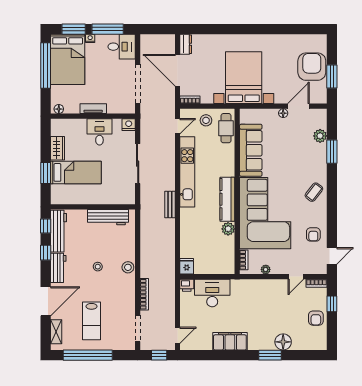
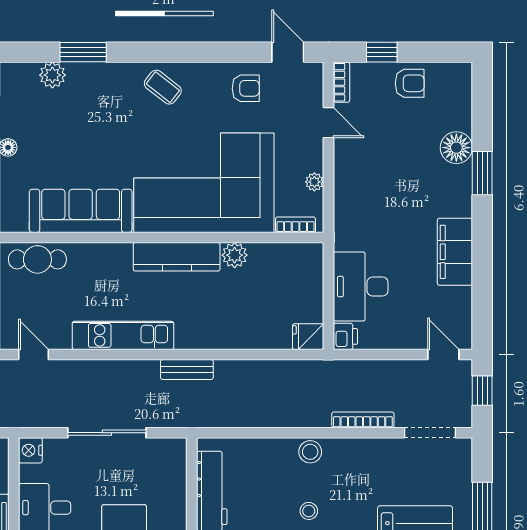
stool: (206, 120) -> (22, 299), removed
kitchen unit: (187, 172) -> (123, 335), width x0.73

